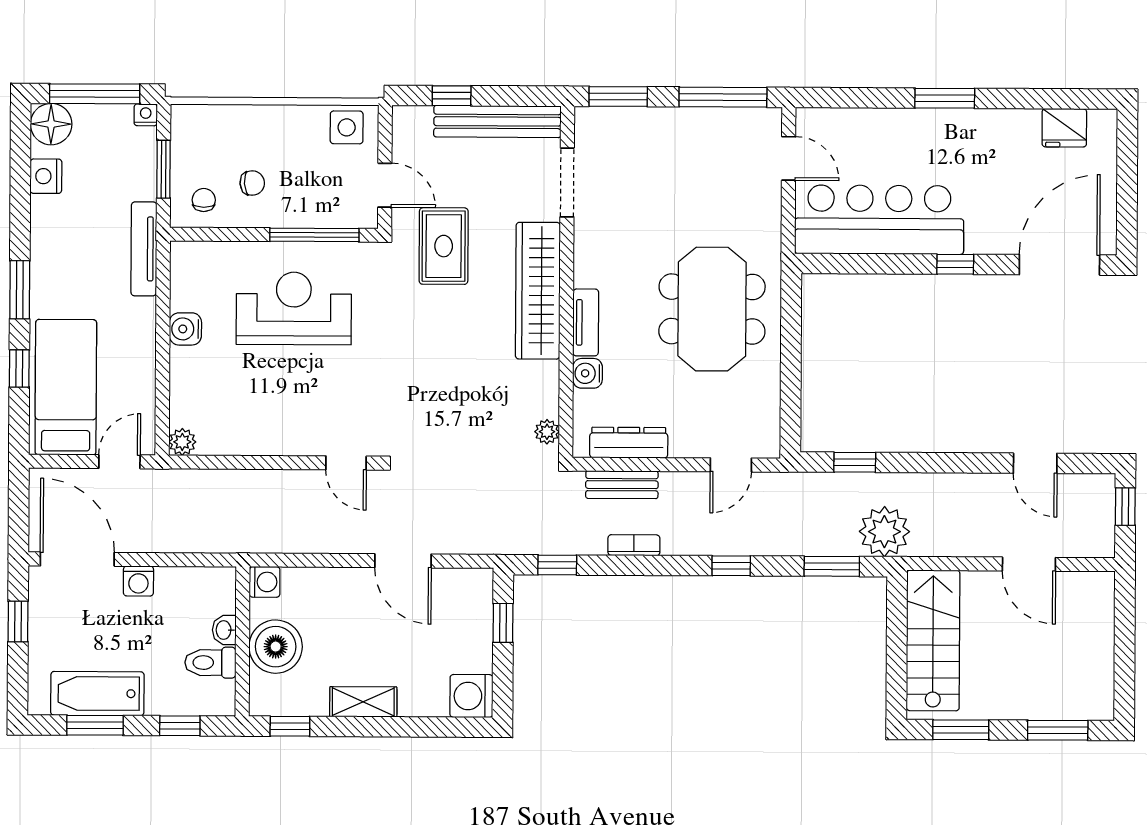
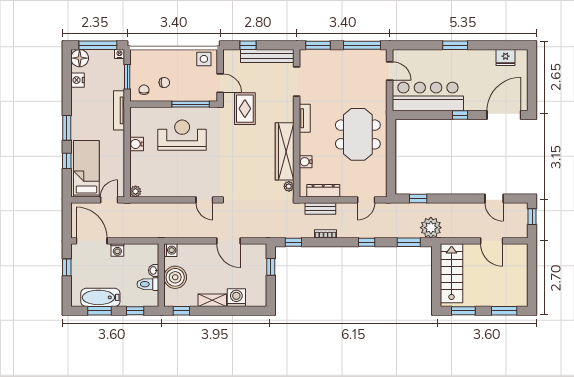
wardrobe: (538, 291) -> (285, 151), moved
tv unit: (586, 322) -> (305, 118), moved
washing machine: (471, 696) -> (236, 298), moved, turned 90

